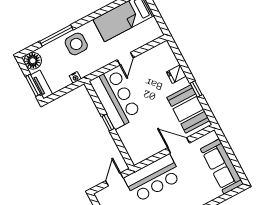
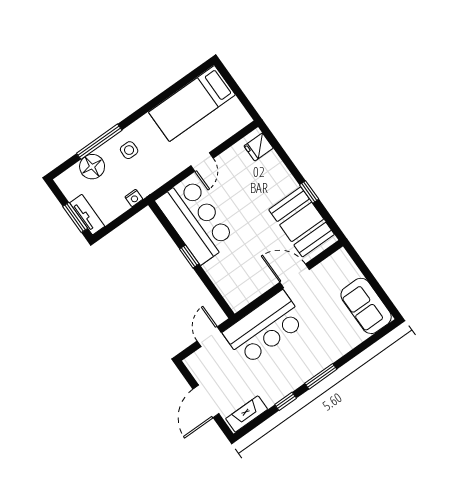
side table: (76, 44) -> (129, 150), width x0.54, depth x0.54
floor lamp: (33, 61) -> (92, 167), moved
fridge: (176, 74) -> (259, 147), moved
sofa: (222, 166) -> (366, 306), width x0.73

